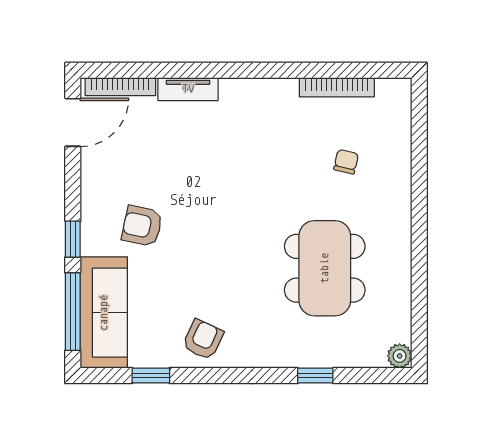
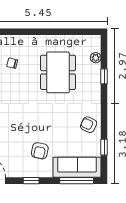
window: (73, 239) -> (31, 181), moved
dining table: (325, 268) -> (58, 72), turned 90
plant: (400, 356) -> (96, 58), moved

